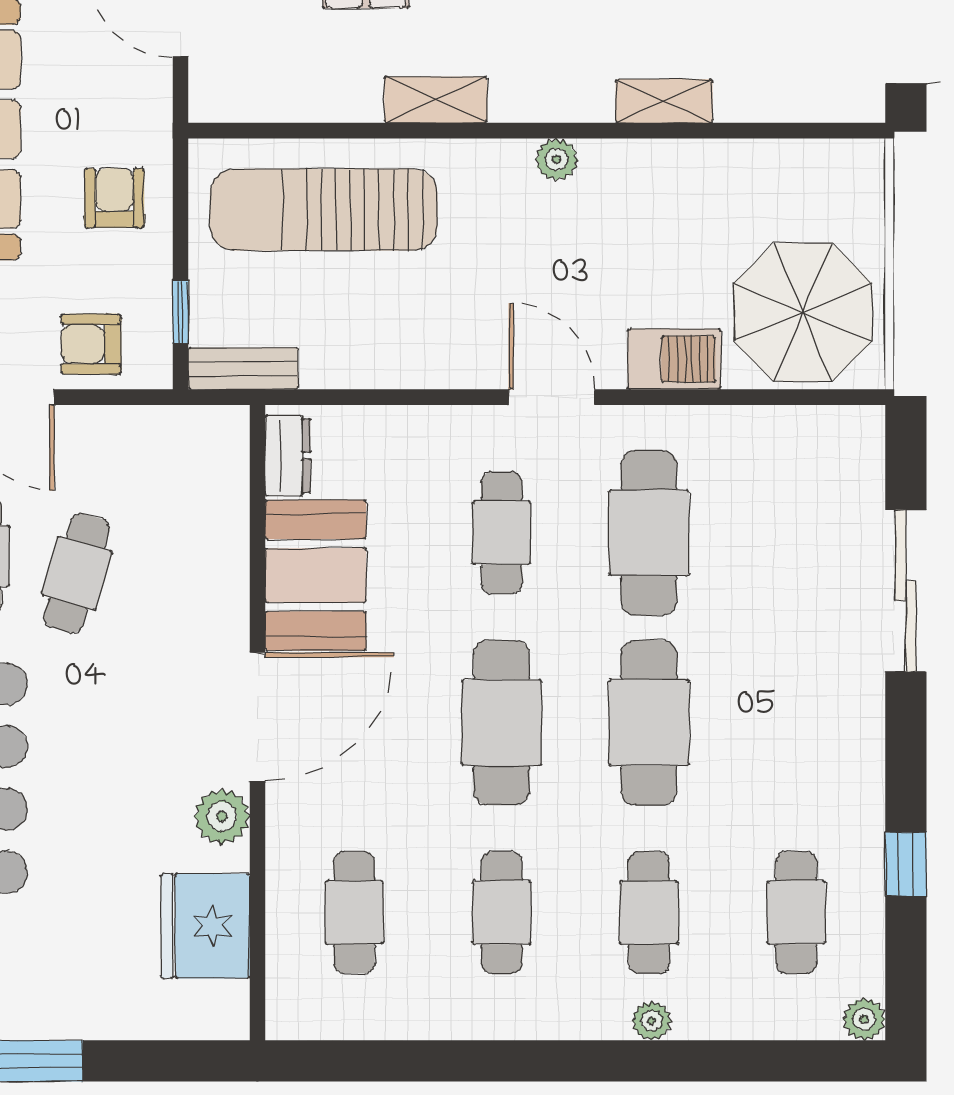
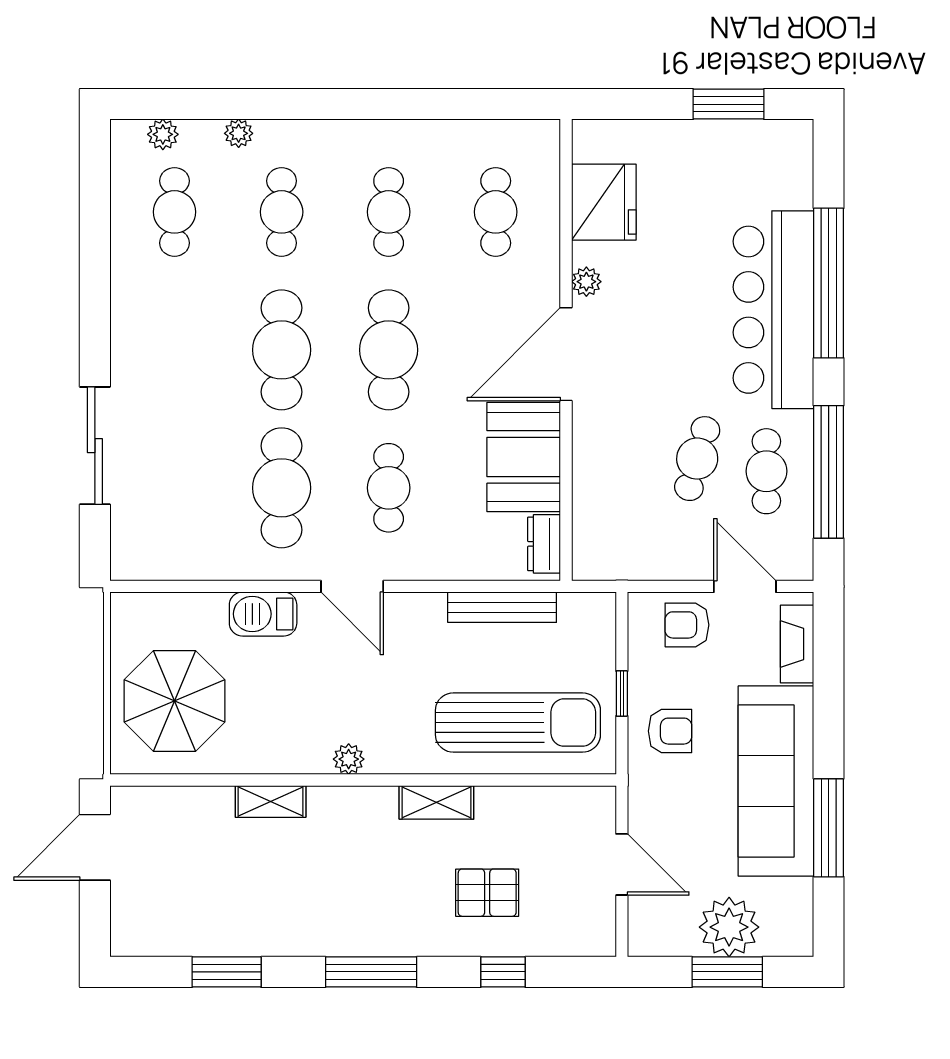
armchair: (114, 198) -> (670, 731), turned -90
window: (181, 312) -> (622, 694), moved
parasol: (803, 312) -> (174, 701), moved
armchair: (91, 344) -> (687, 625), turned 180
bench: (243, 368) -> (502, 607), moved, width x1.36
plant: (222, 817) -> (586, 282), width x0.73, depth x0.73
window: (906, 864) -> (95, 247), removed
plant: (864, 1019) -> (163, 134), moved
plant: (652, 1021) -> (239, 133), moved

